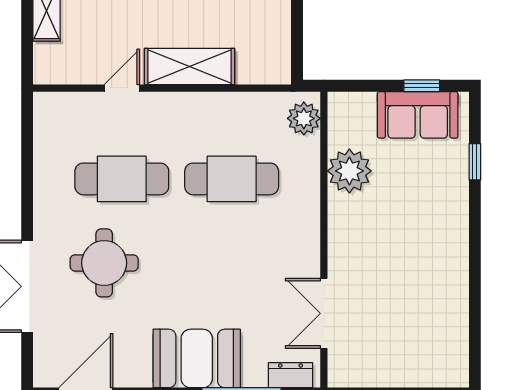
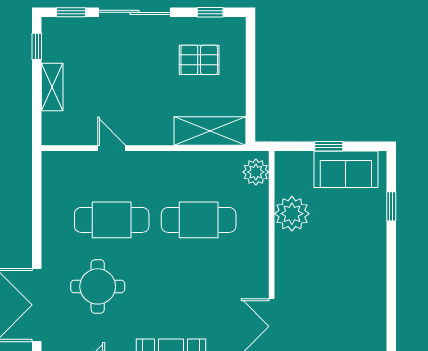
shelving: (190, 67) -> (210, 131), moved
window: (422, 86) -> (329, 146), moved
door: (122, 88) -> (112, 148), hinge flipped

